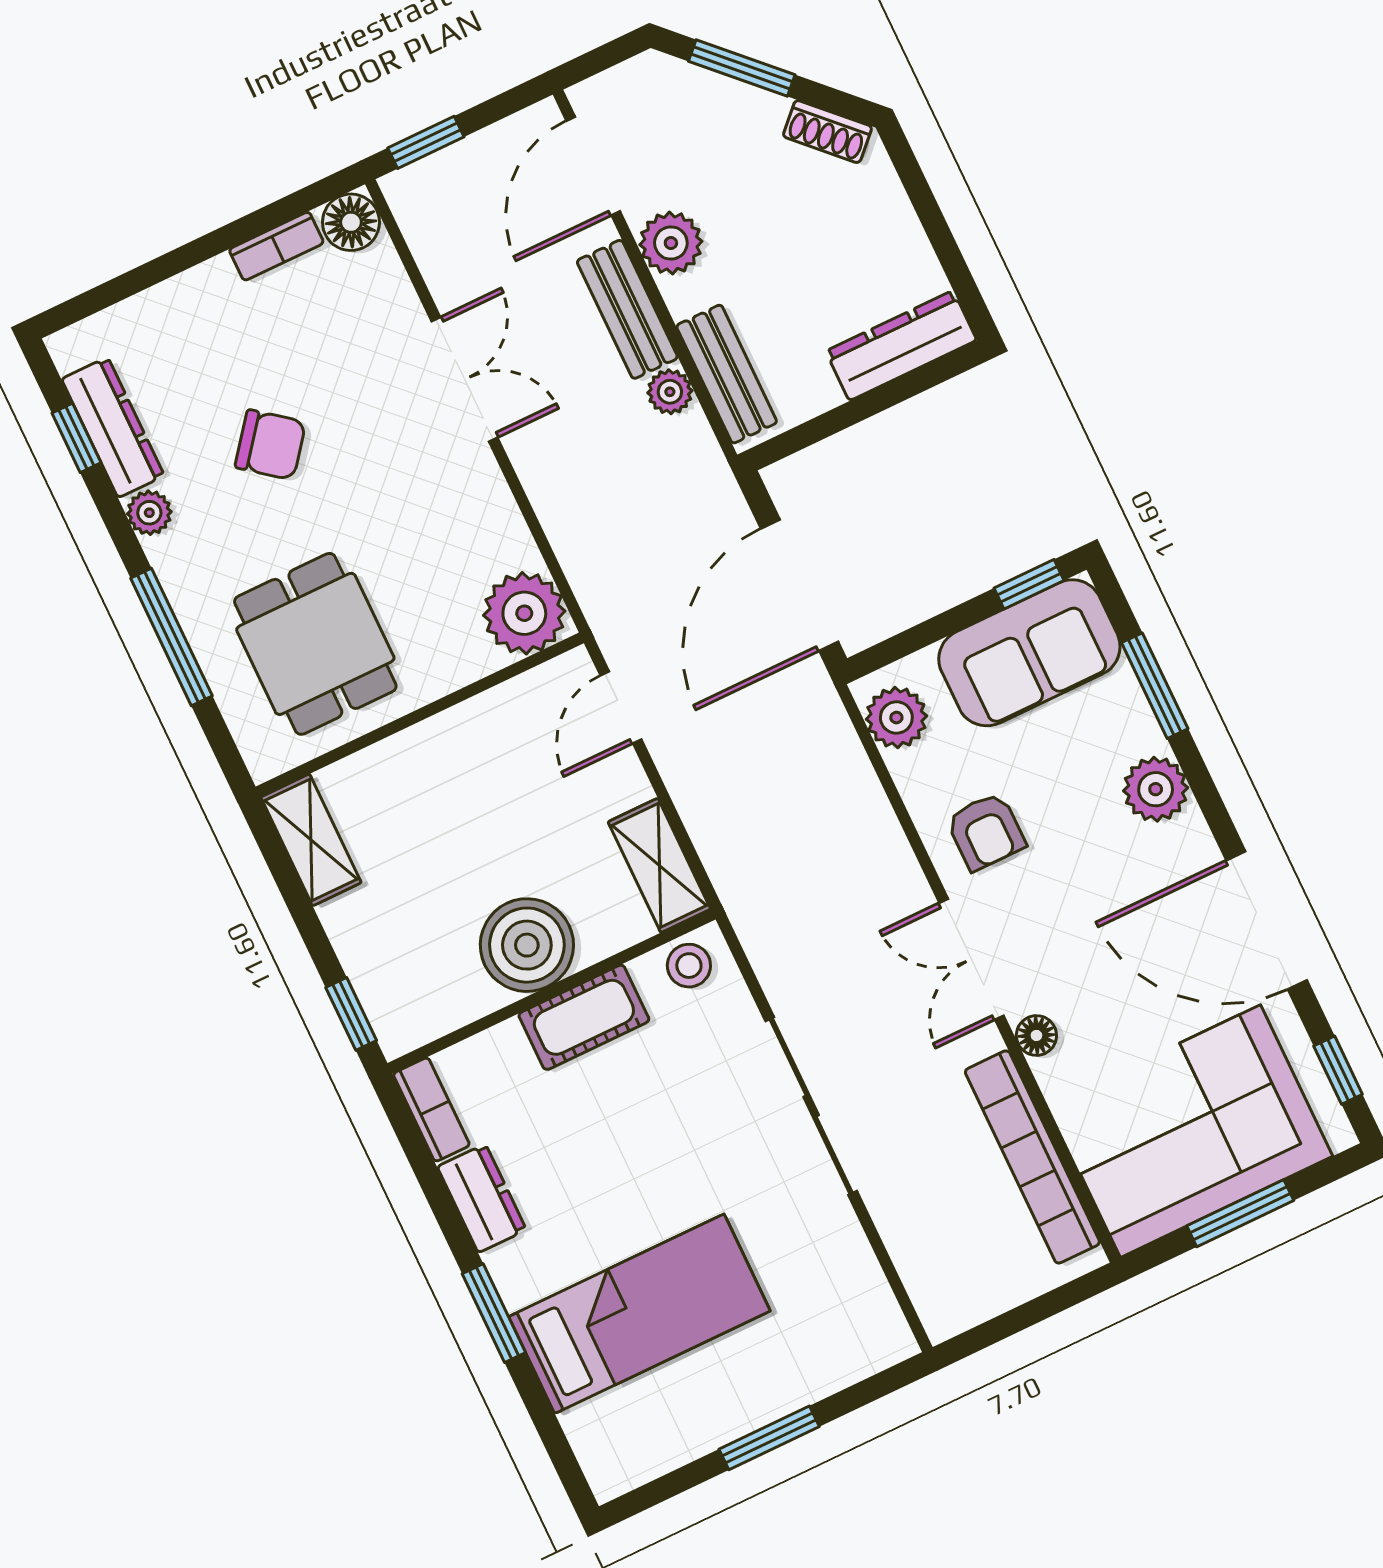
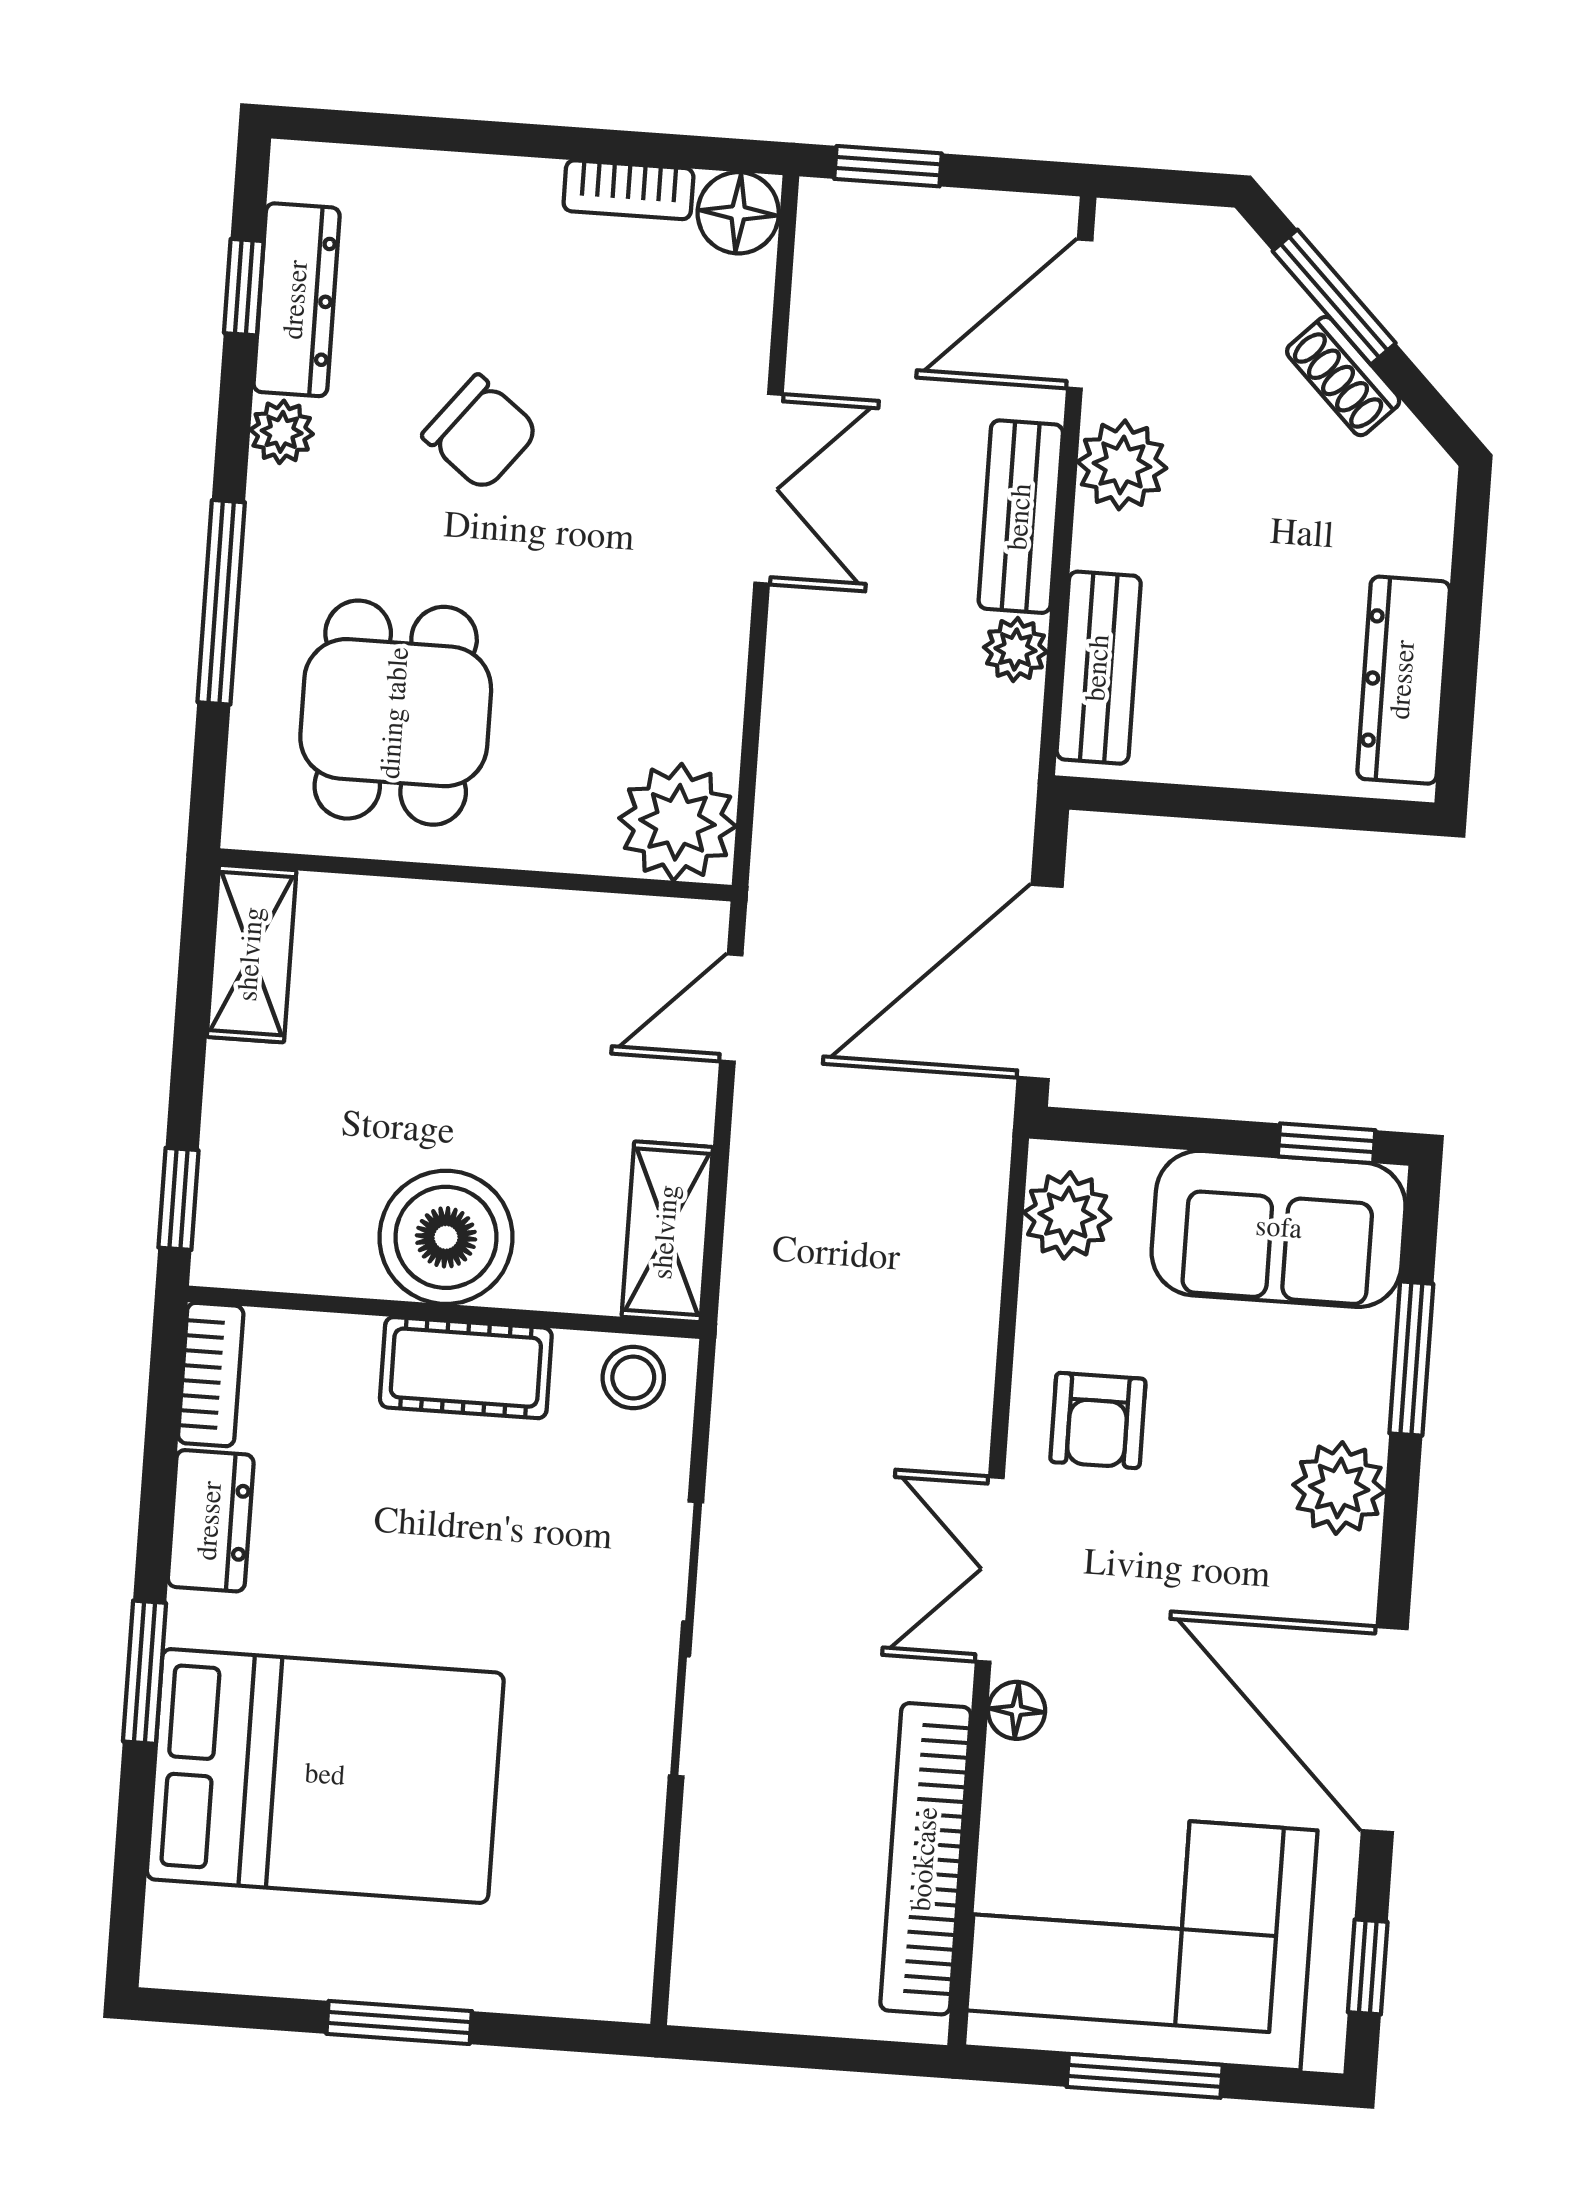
shoe rack: (827, 132) -> (1343, 376), moved
dresser: (901, 346) -> (1404, 680), moved, turned -90
bed: (639, 1314) -> (325, 1776), width x1.50

